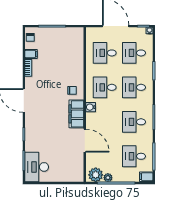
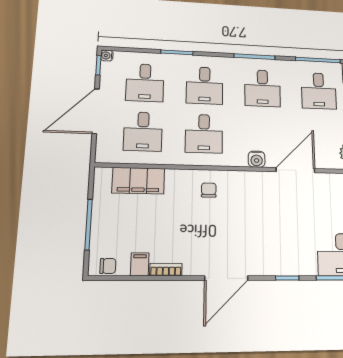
water cooler: (91, 107) -> (257, 159), moved
filing cabinet: (76, 114) -> (138, 181), moved

